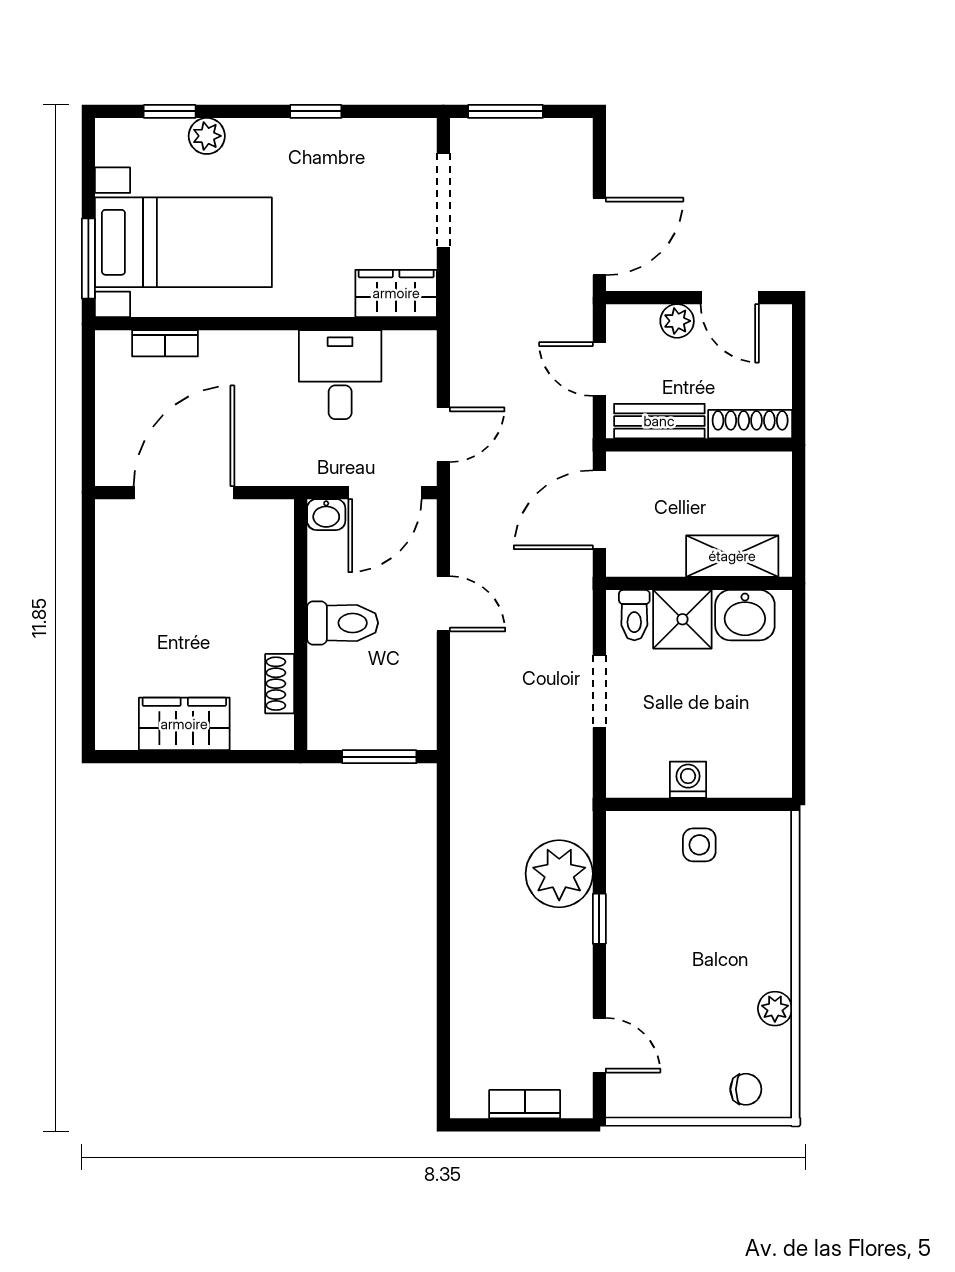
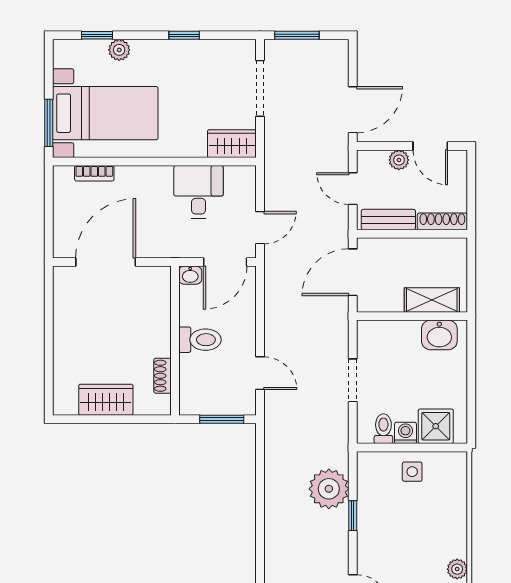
door: (443, 604) -> (260, 373), moved
toilet: (634, 615) -> (383, 429), moved, turned 180
shower: (682, 619) -> (436, 426), moved

